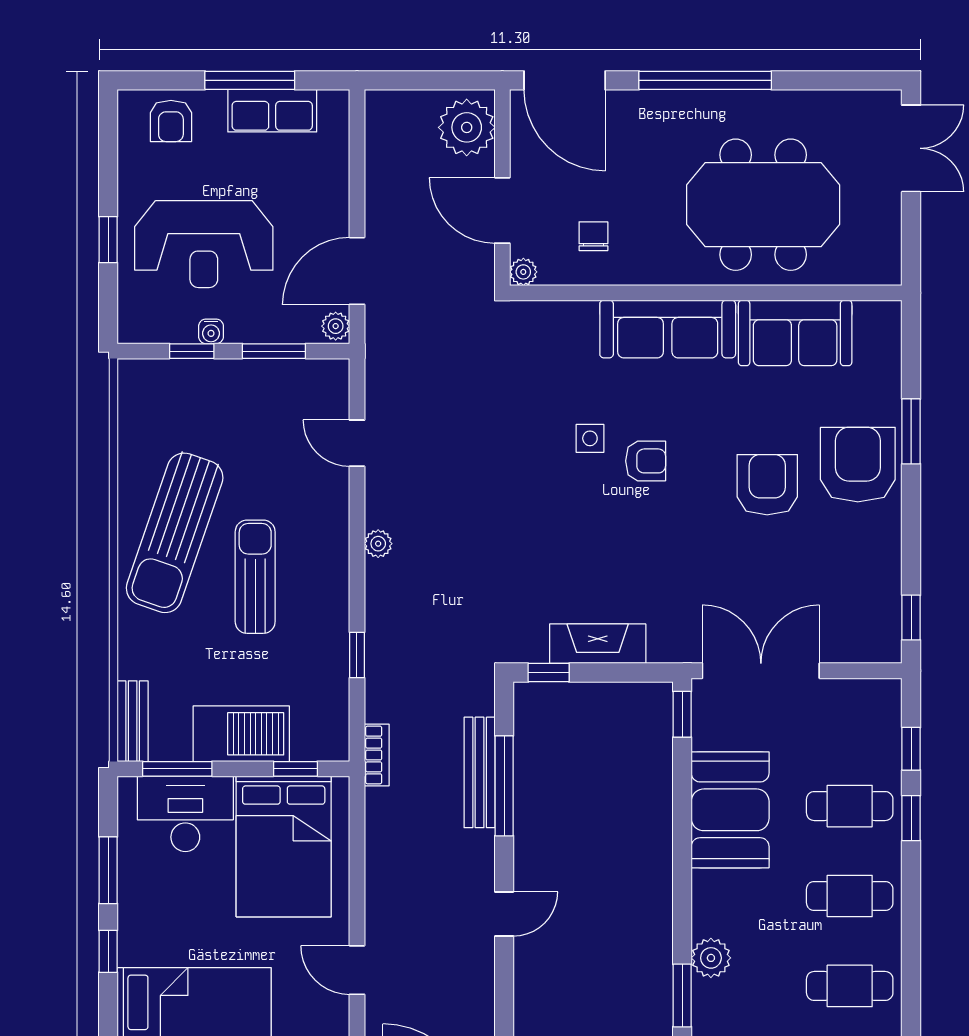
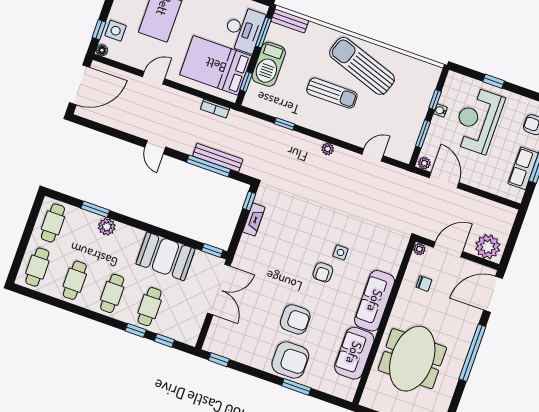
fireplace: (598, 644) -> (254, 220), width x0.73, depth x0.76
bookcase: (377, 755) -> (215, 109), moved

